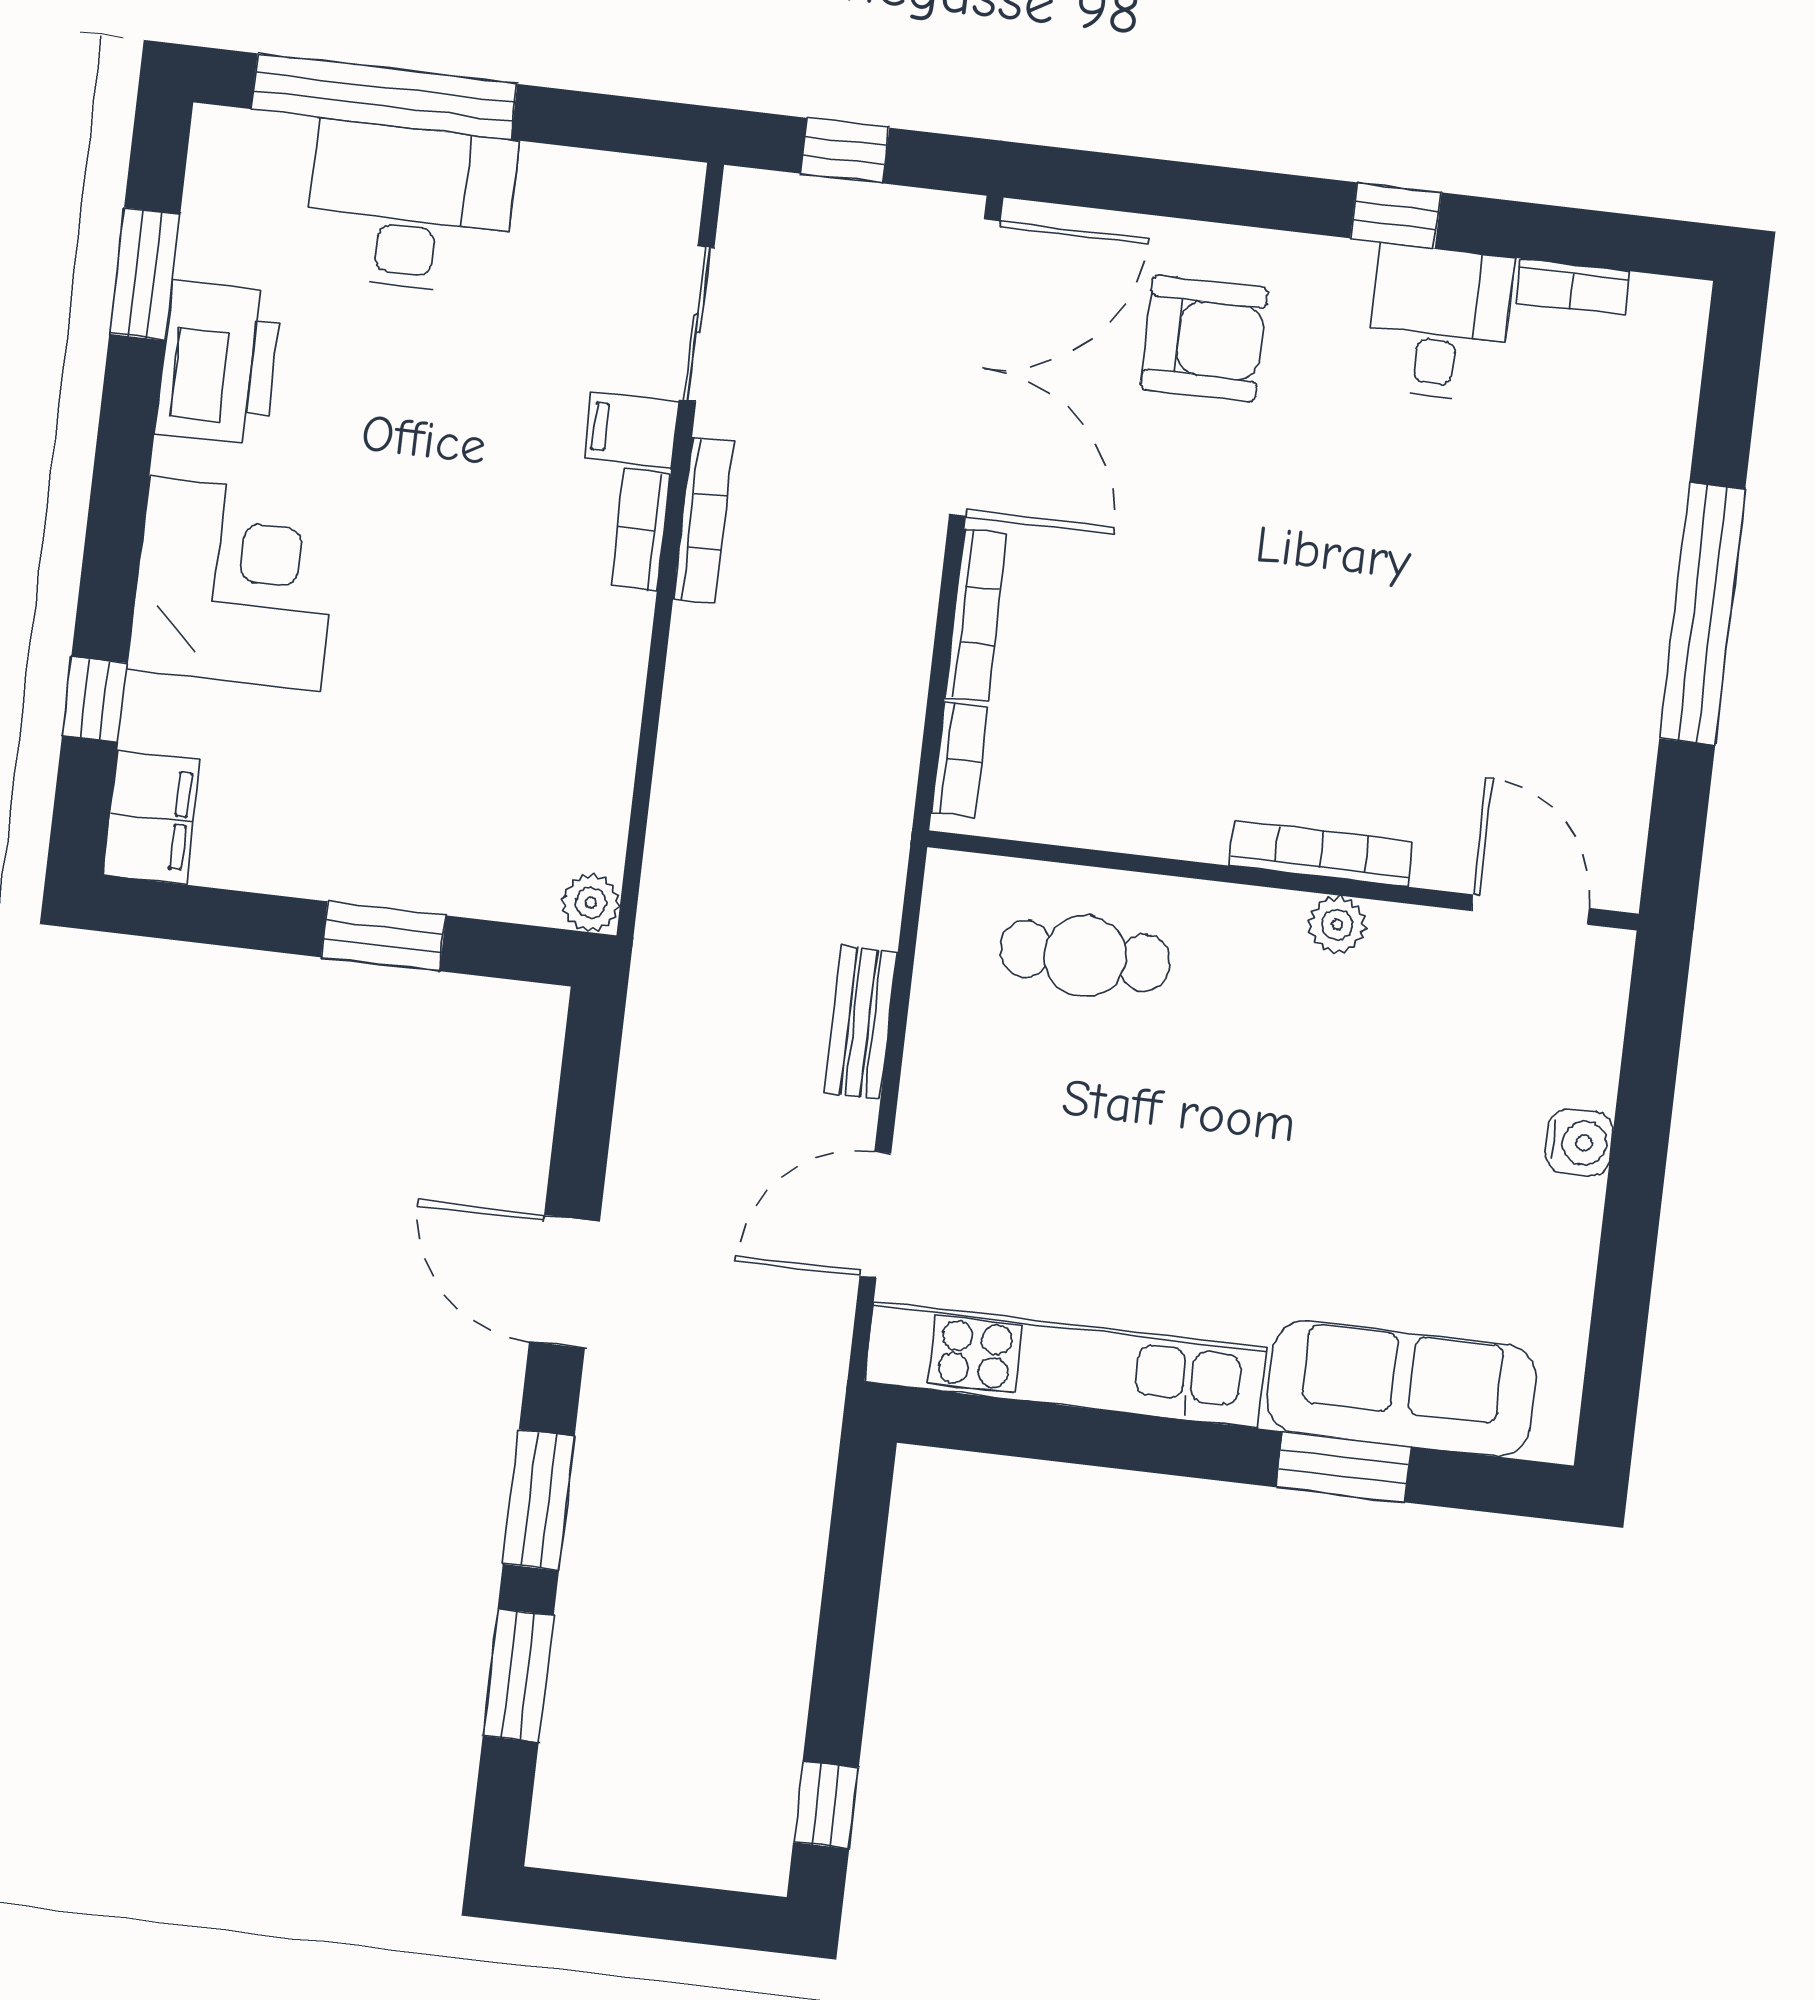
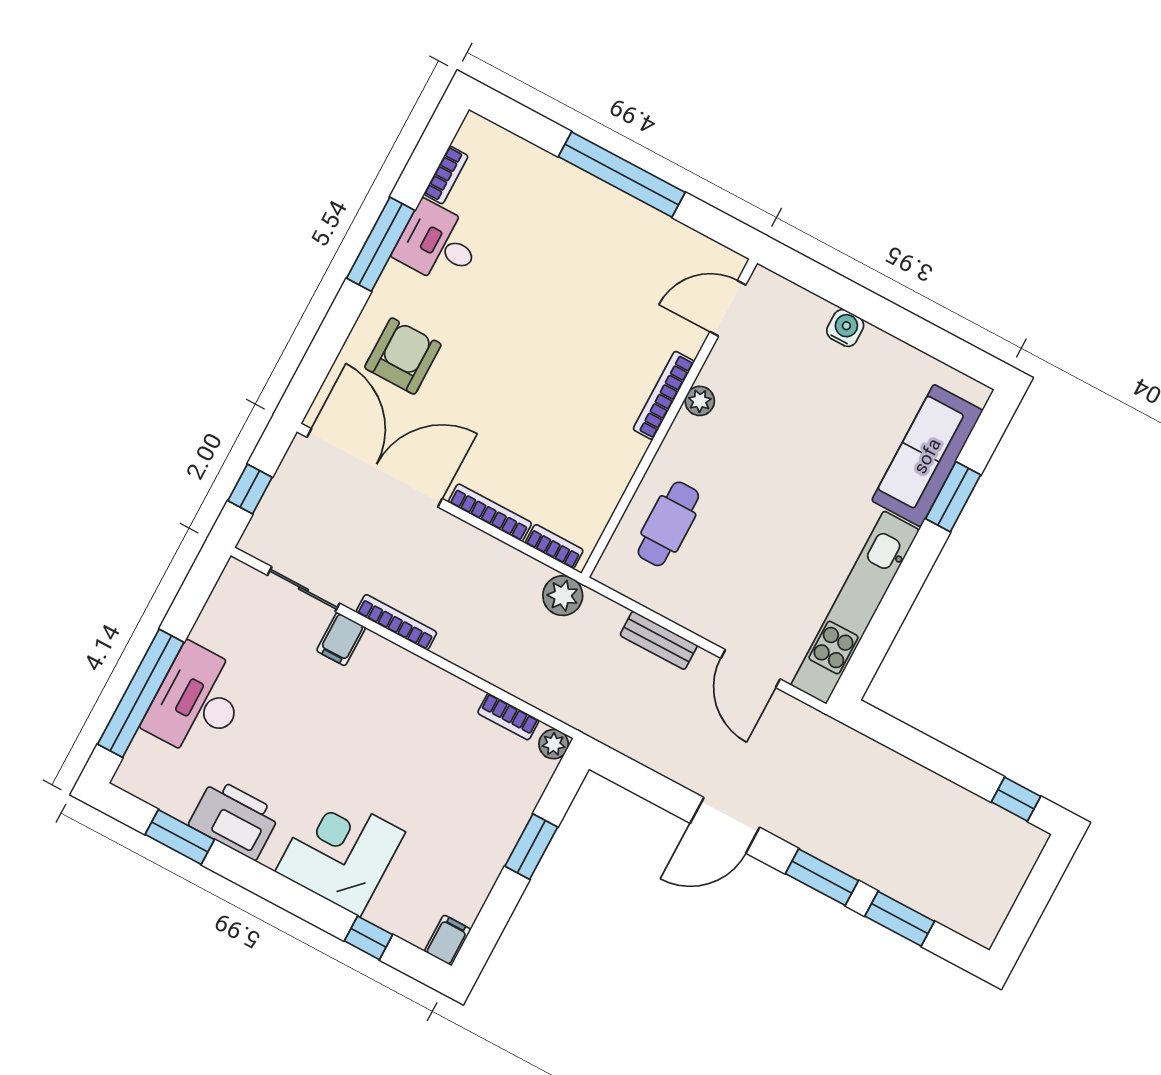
window: (1396, 215) -> (381, 244), width x2.17
bookcase: (641, 529) -> (508, 717), moved
plant: (874, 811) -> (563, 596), added
filing cabinet: (151, 817) -> (448, 940), width x0.50

